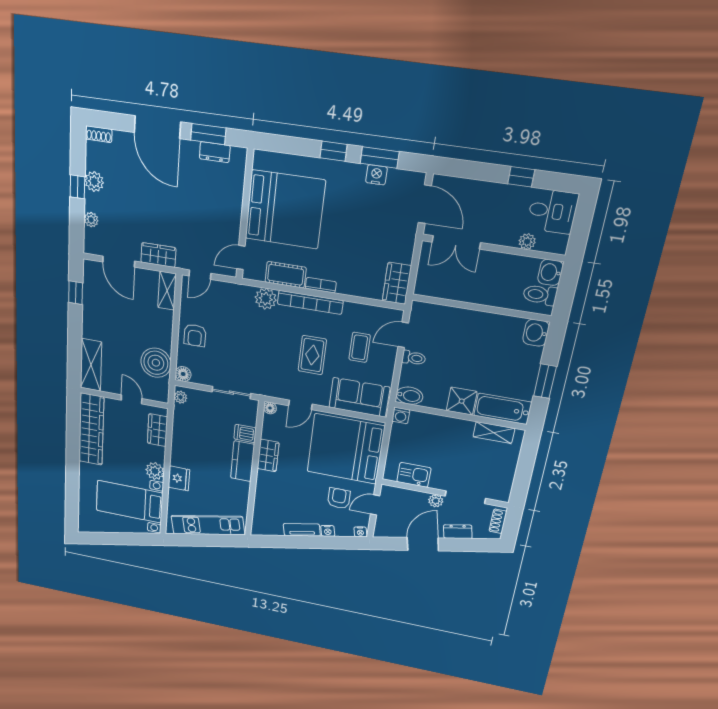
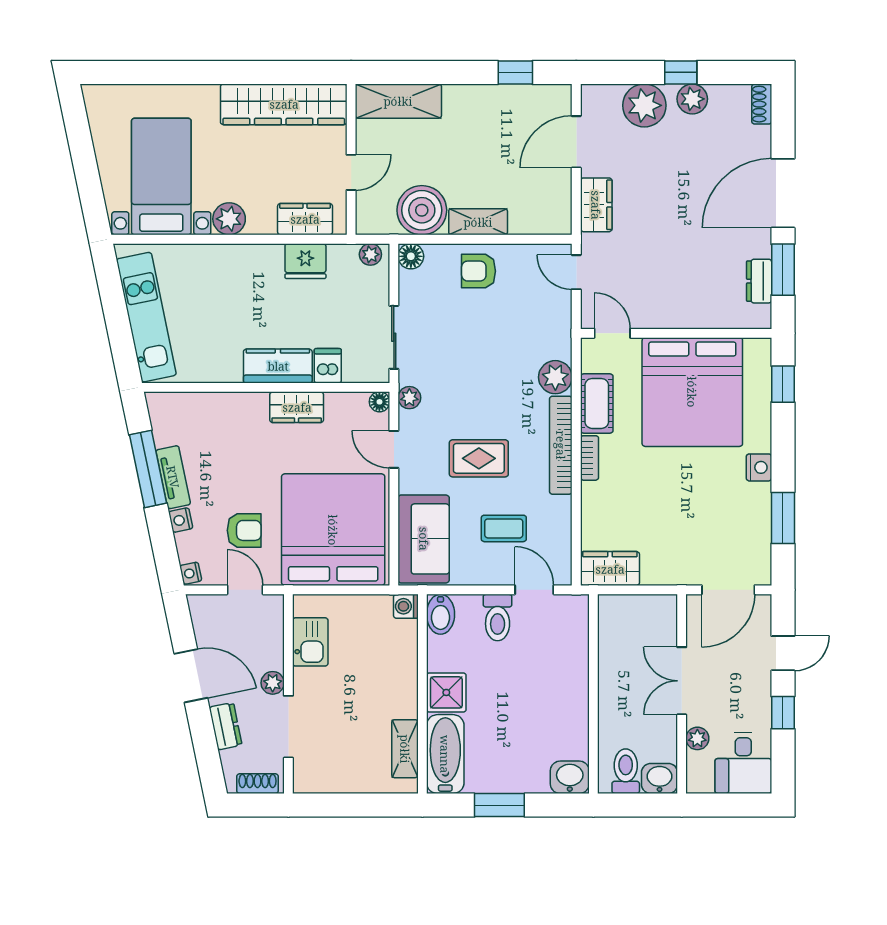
window: (334, 151) -> (783, 384), moved
door: (477, 171) -> (783, 653), added
nightstand: (376, 175) -> (759, 467), moved
plant: (91, 220) -> (644, 105), width x1.88, depth x1.88
double door: (456, 242) -> (682, 681), moved
shelving: (167, 291) -> (478, 222), moved
toilet: (414, 358) -> (498, 617), width x1.37, depth x1.39
plant: (269, 390) -> (409, 398), added
fridge: (179, 478) -> (305, 261), moved
window: (295, 542) -> (148, 469), added

